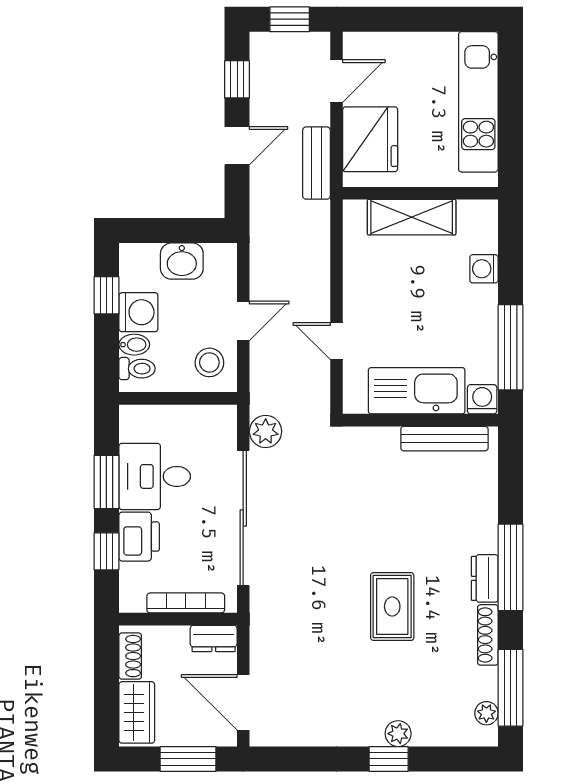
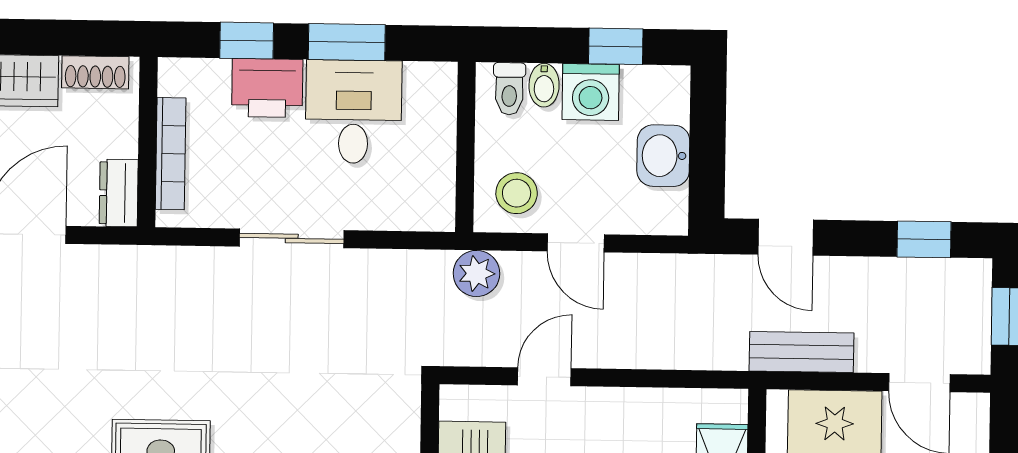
door: (237, 146) -> (786, 237), moved
plant: (266, 431) -> (477, 273), moved
sliding door: (243, 518) -> (292, 238), width x0.54

